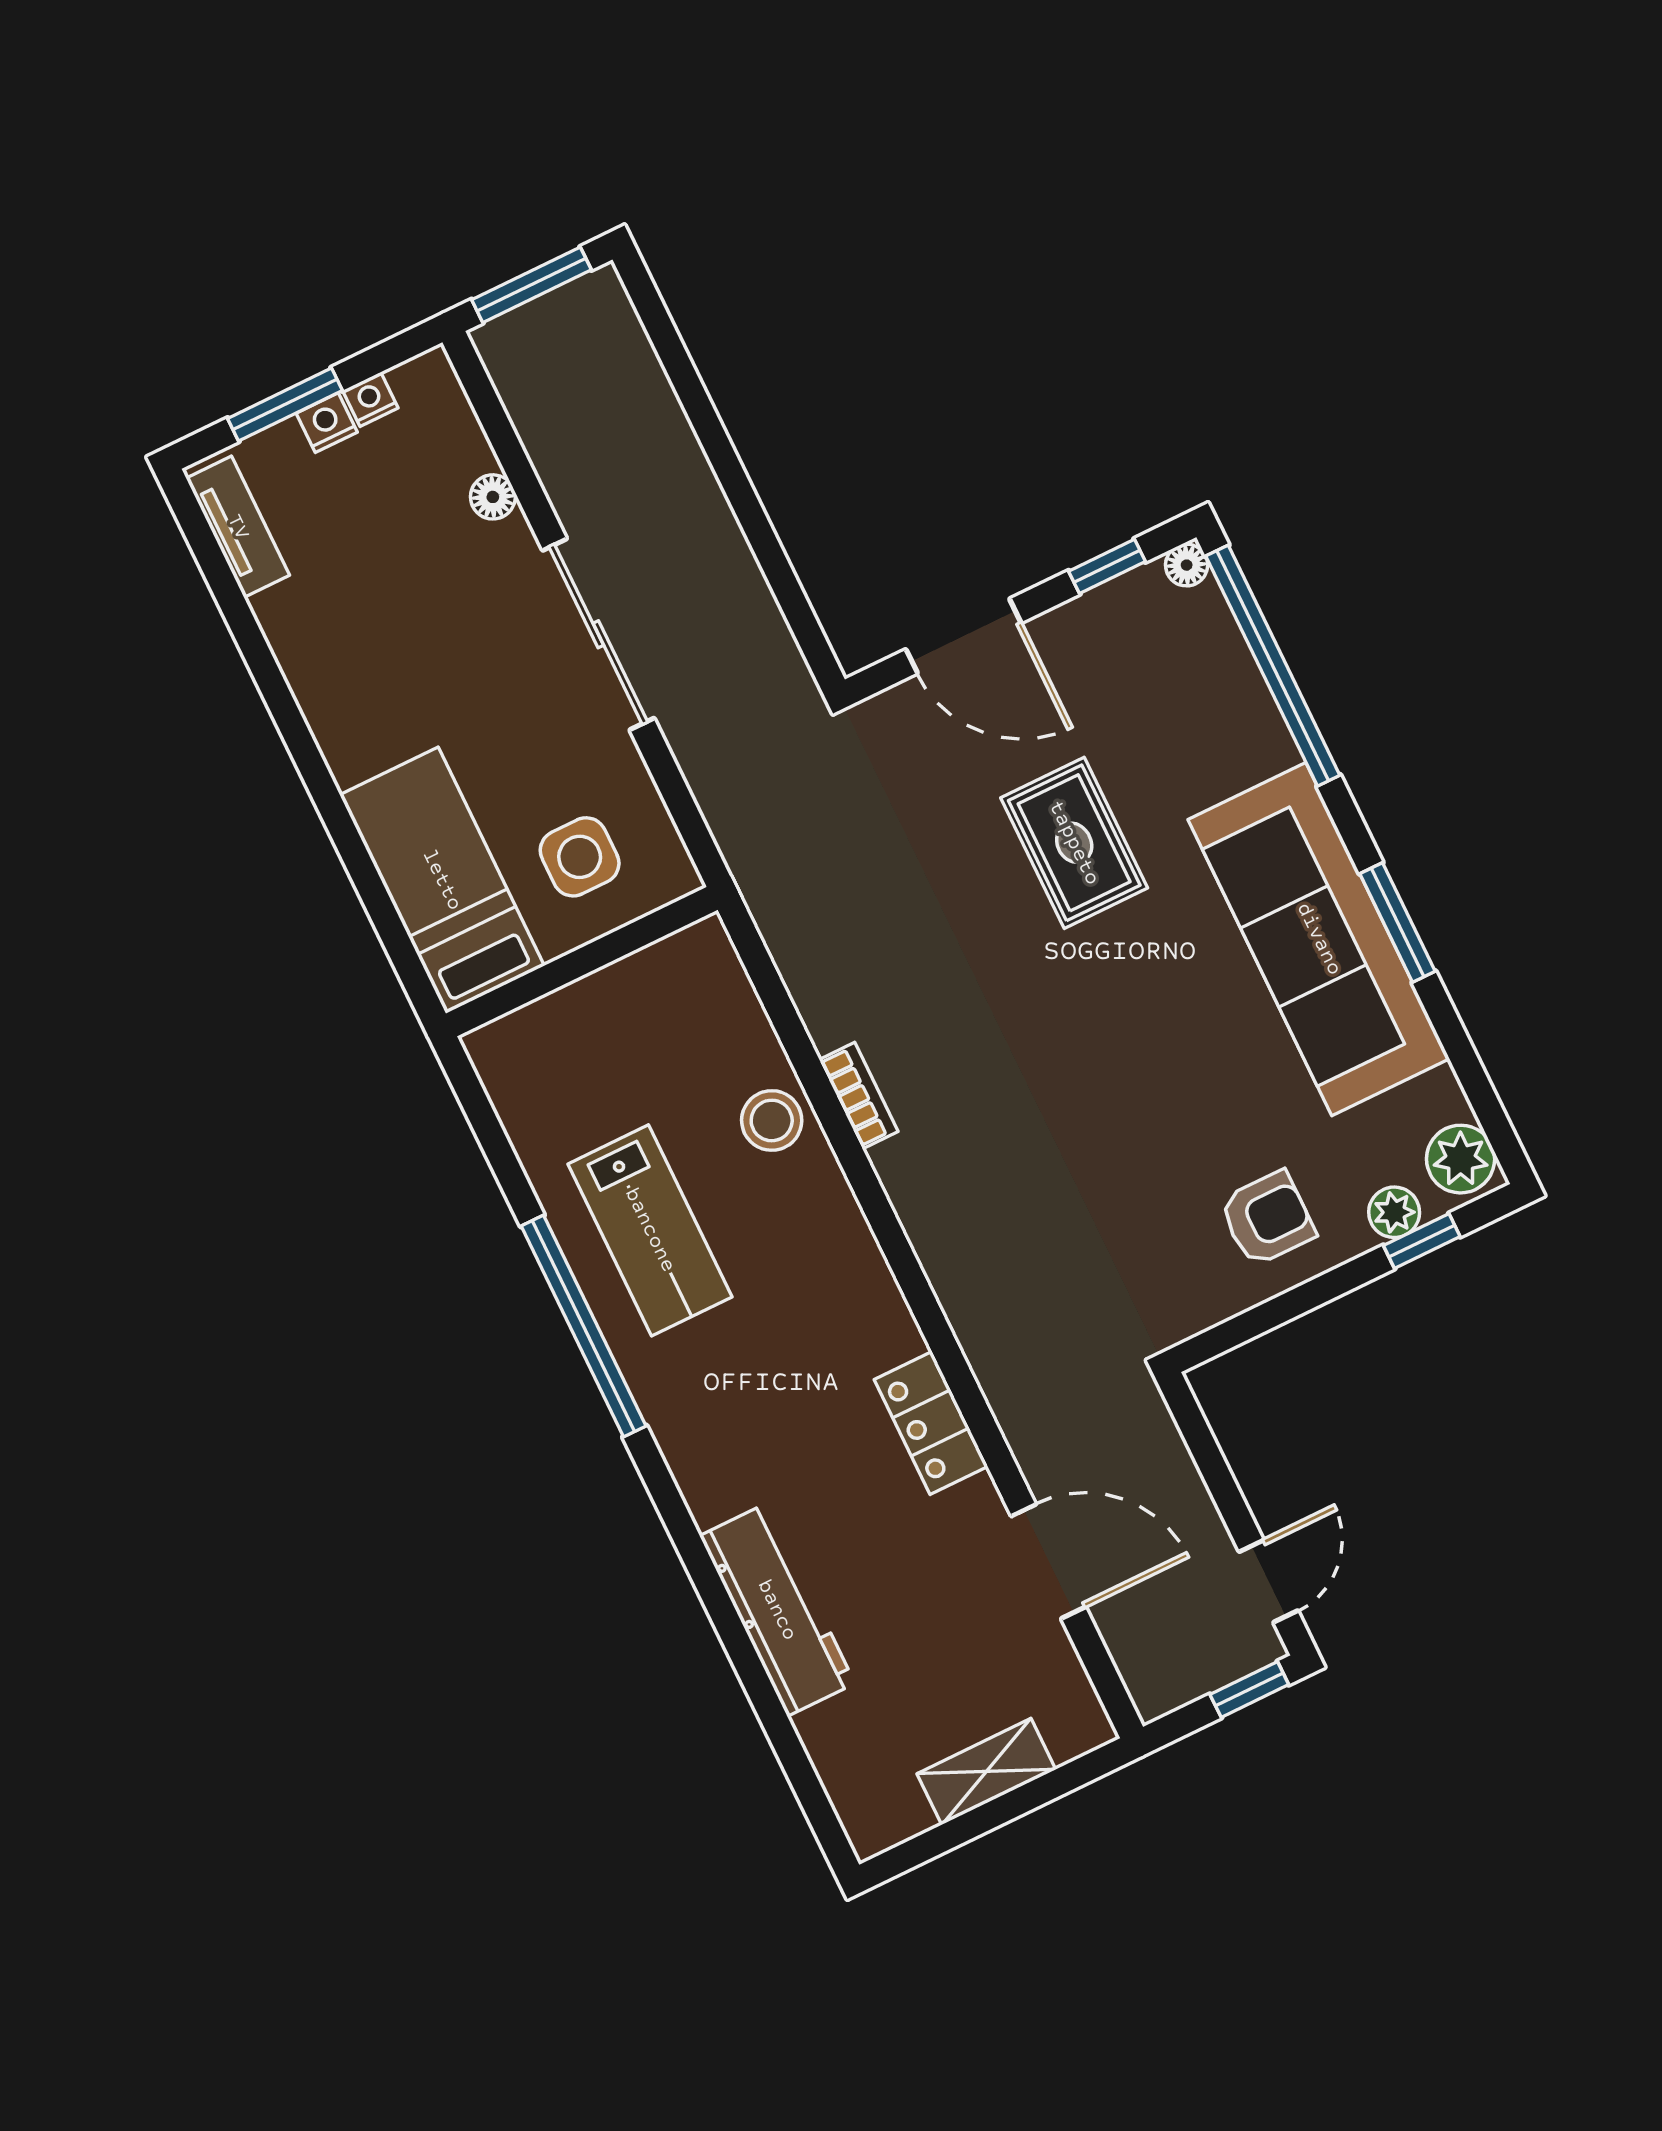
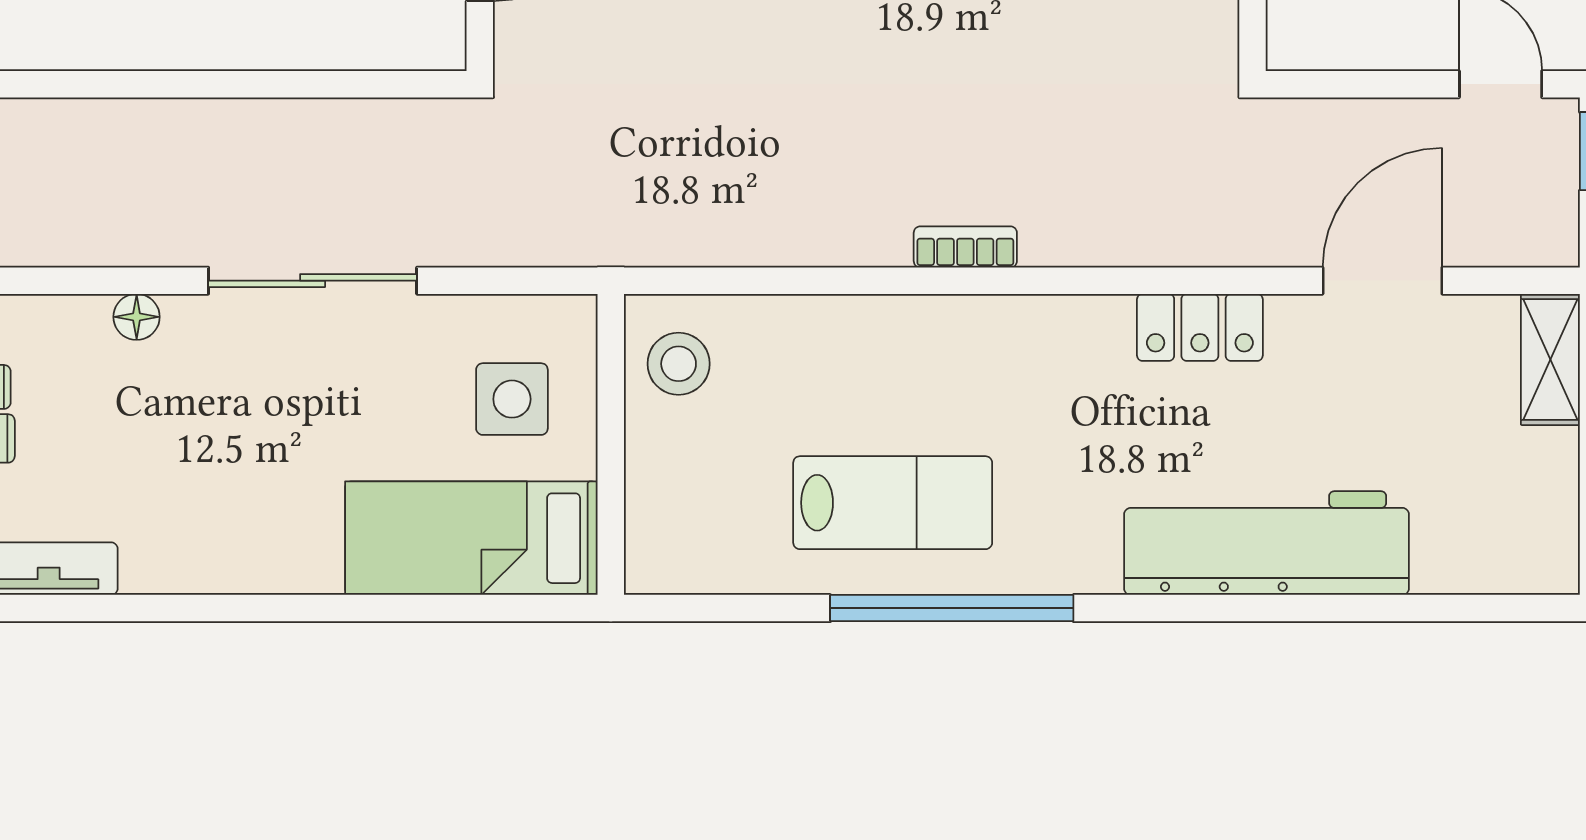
bookcase: (858, 1096) -> (965, 247), moved
stool: (772, 1120) -> (679, 364), moved
workbench: (777, 1610) -> (1267, 543), width x1.36, depth x1.32
shelving: (986, 1772) -> (1550, 359), moved

